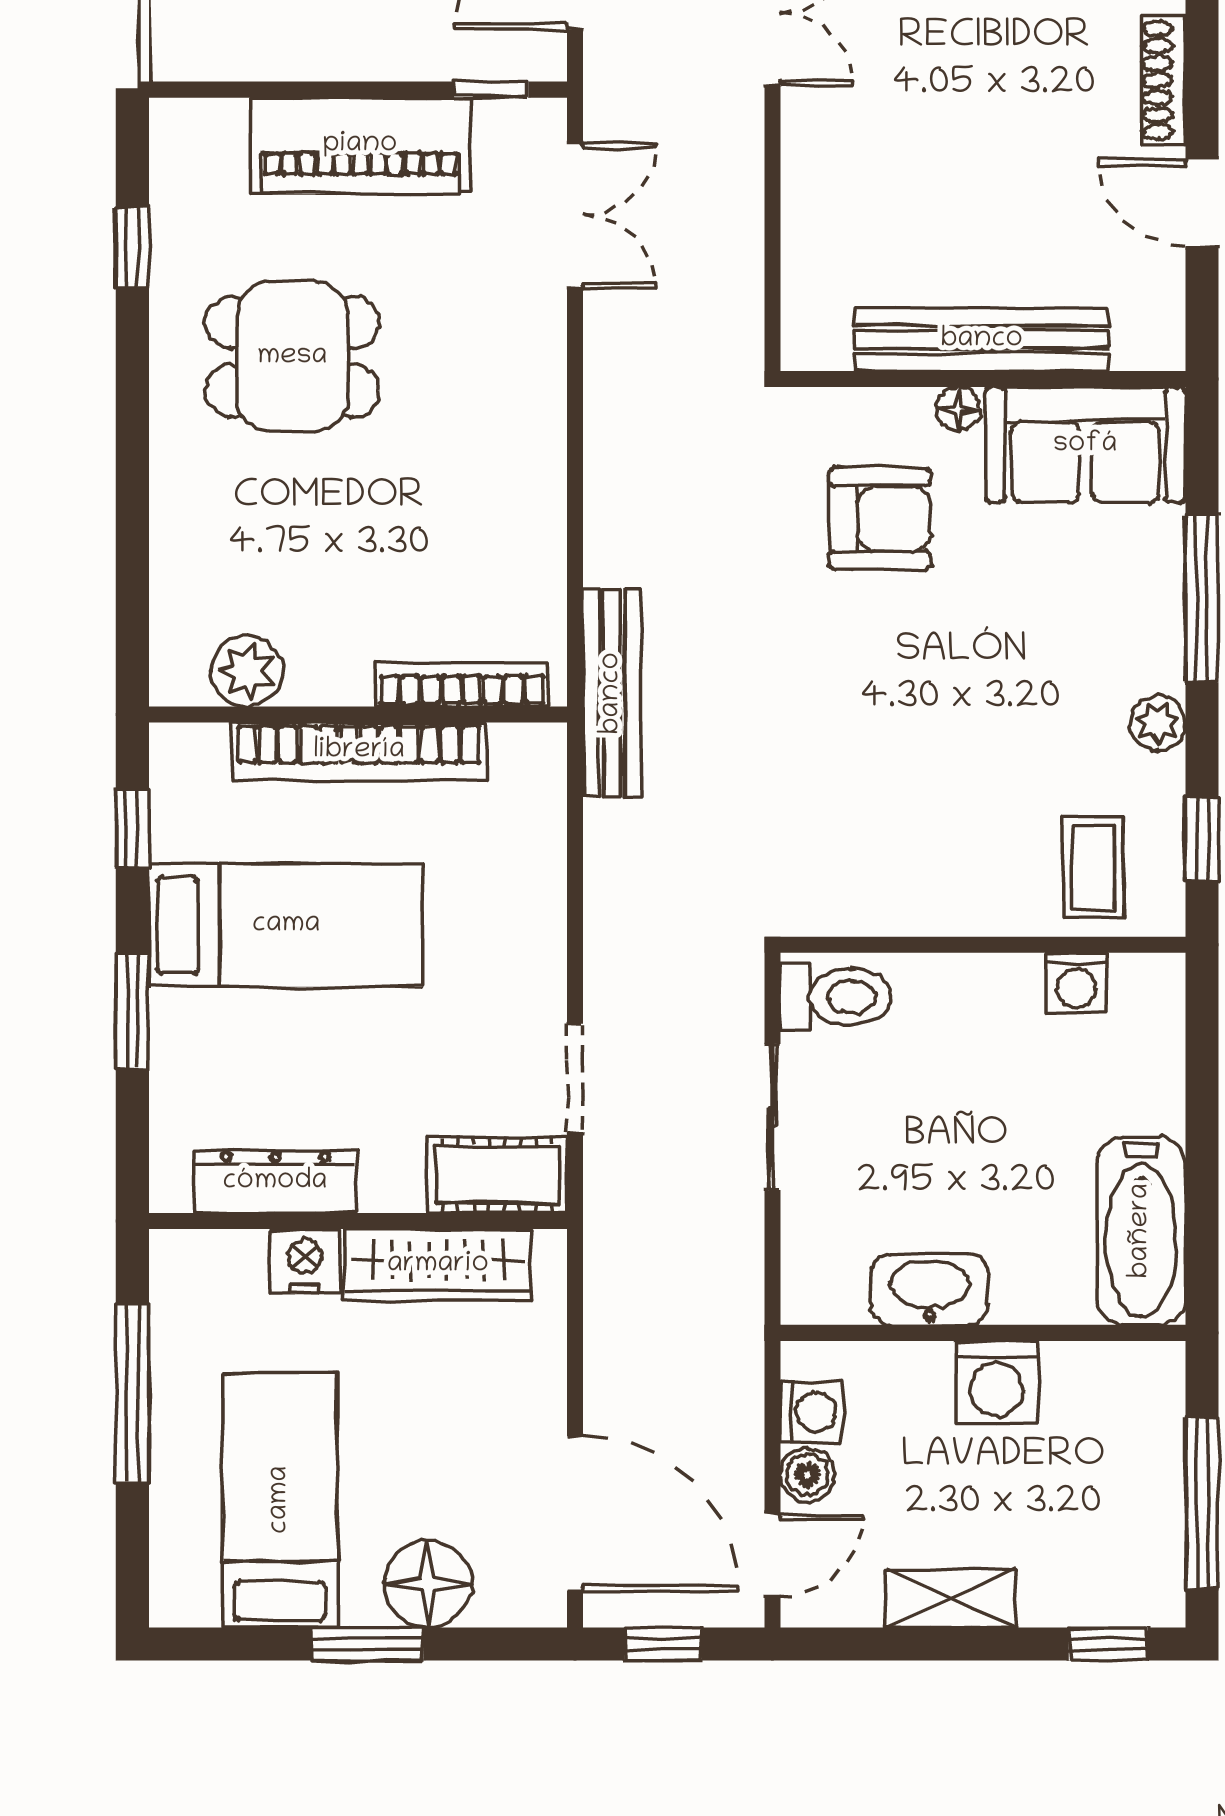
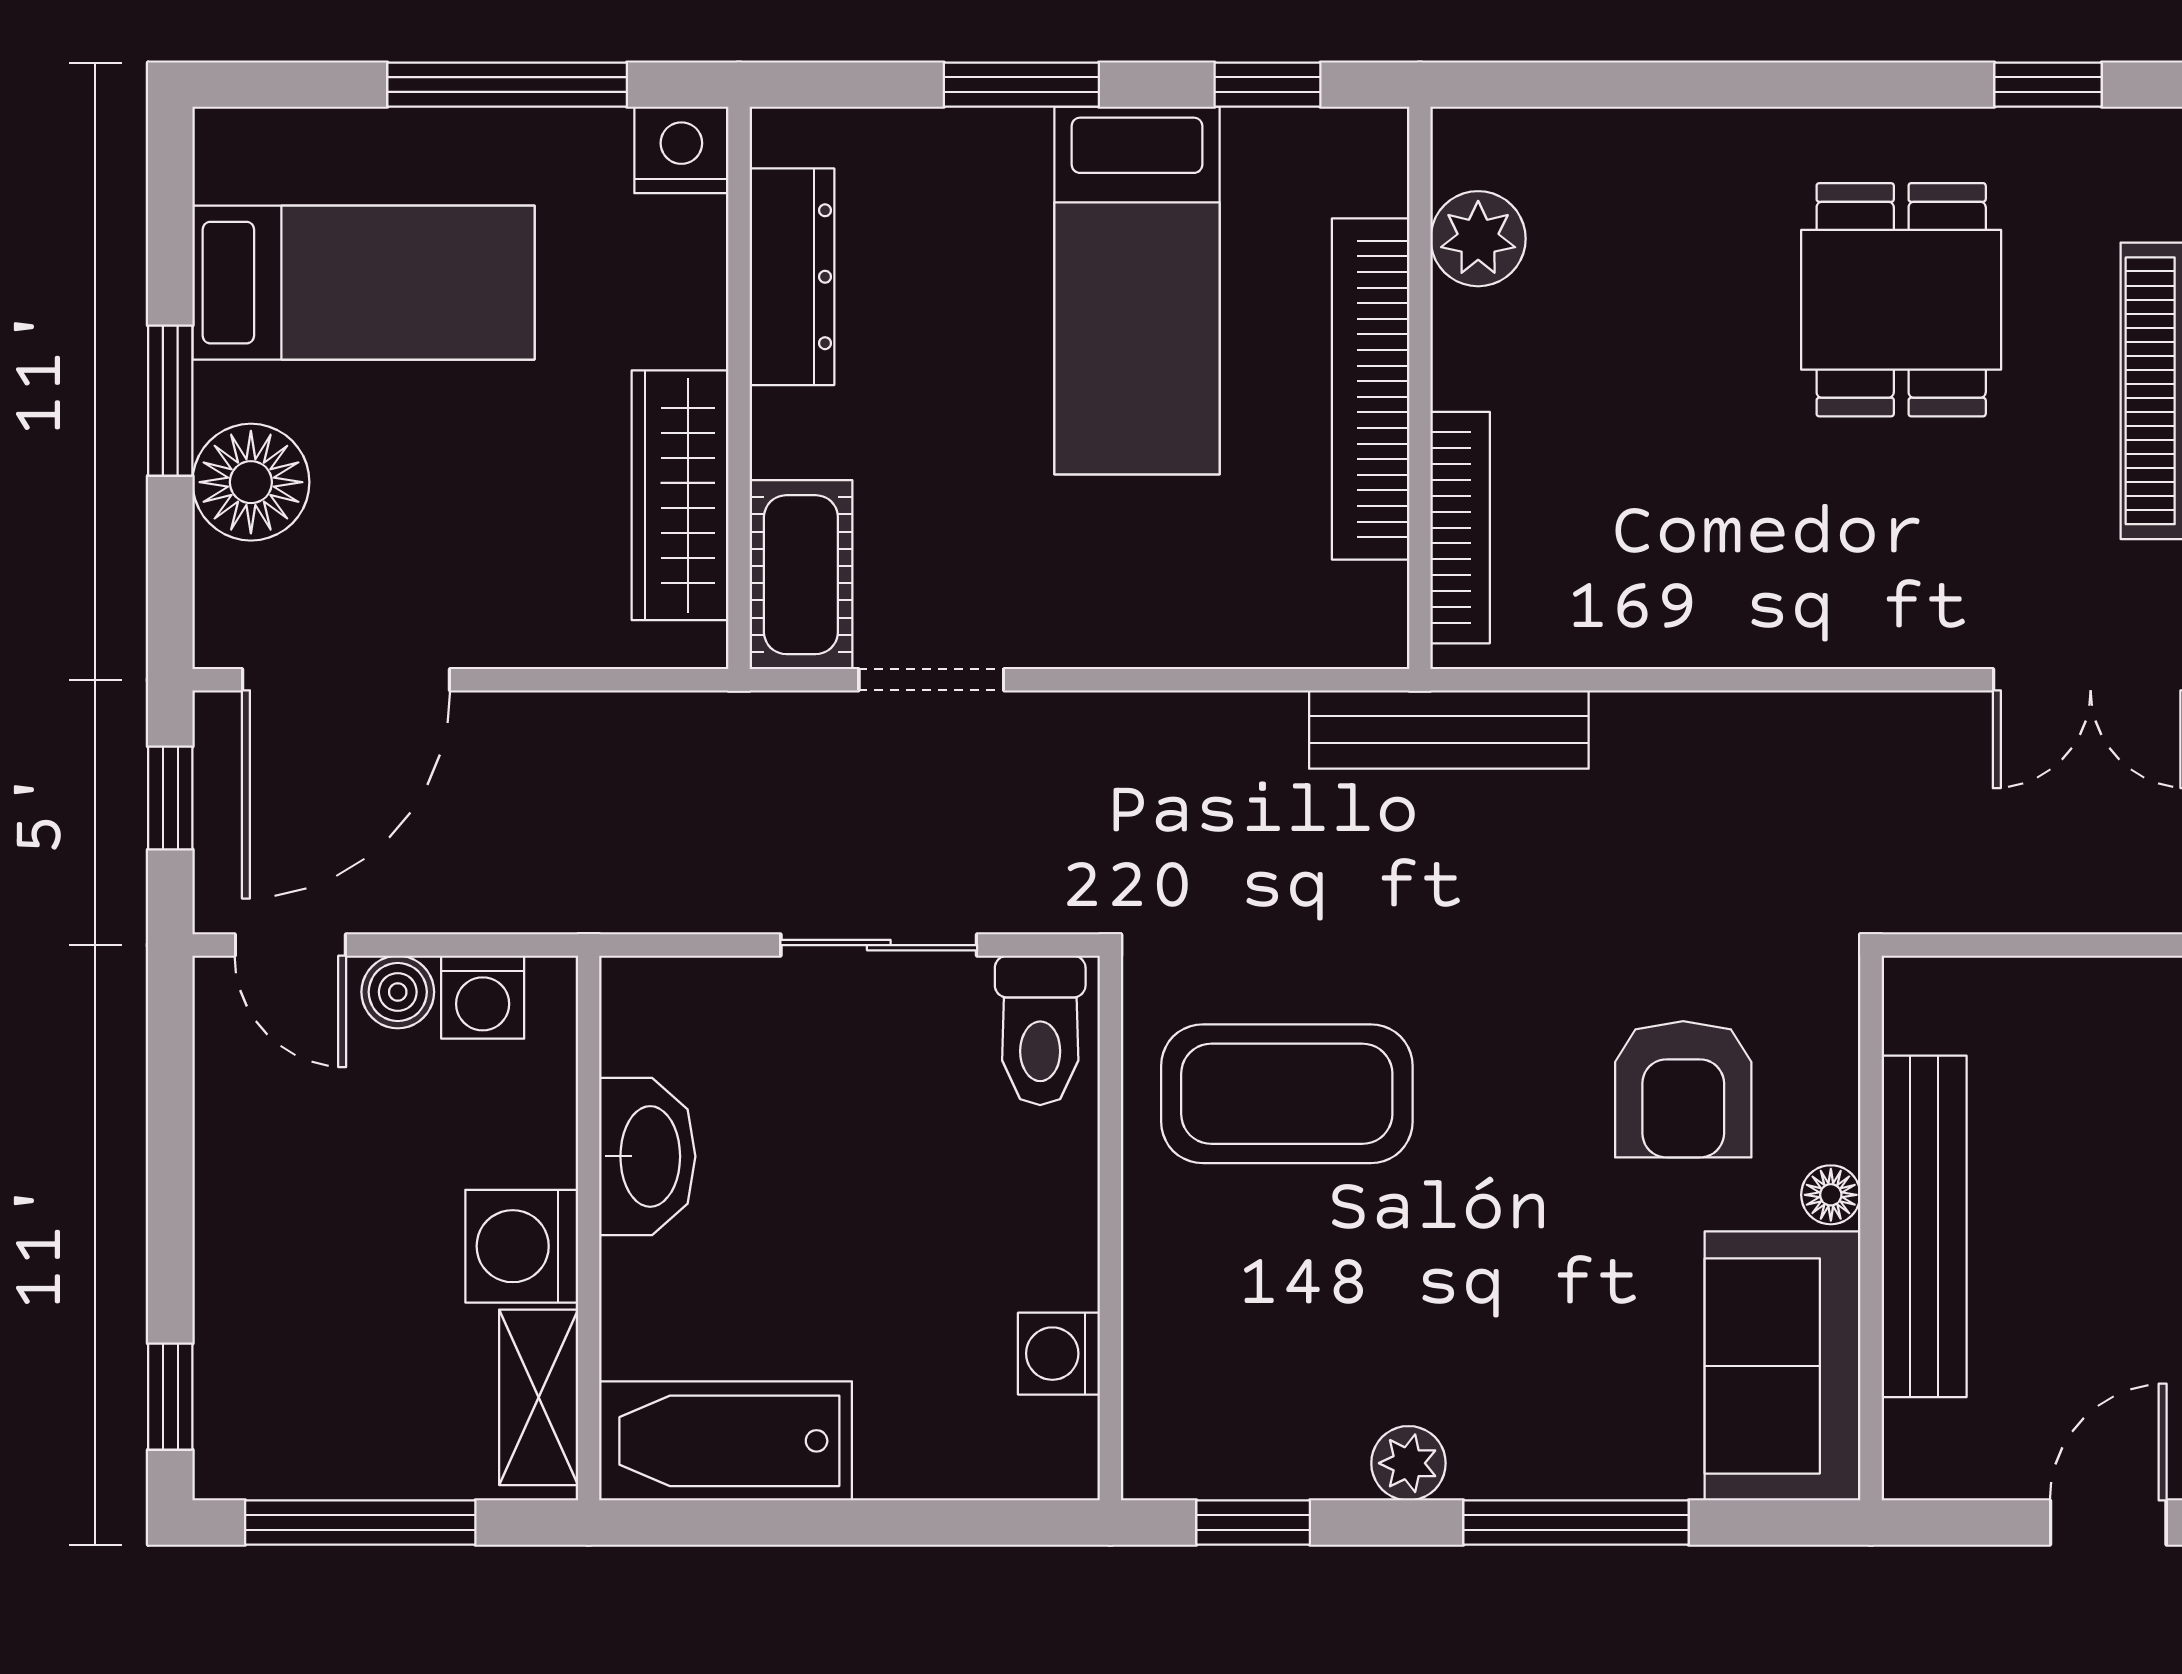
coffee table: (1093, 867) -> (1287, 1094), moved, width x1.86, depth x1.72
nightstand: (305, 1261) -> (681, 150), moved, turned -90
shelving: (951, 1598) -> (539, 1397), moved

